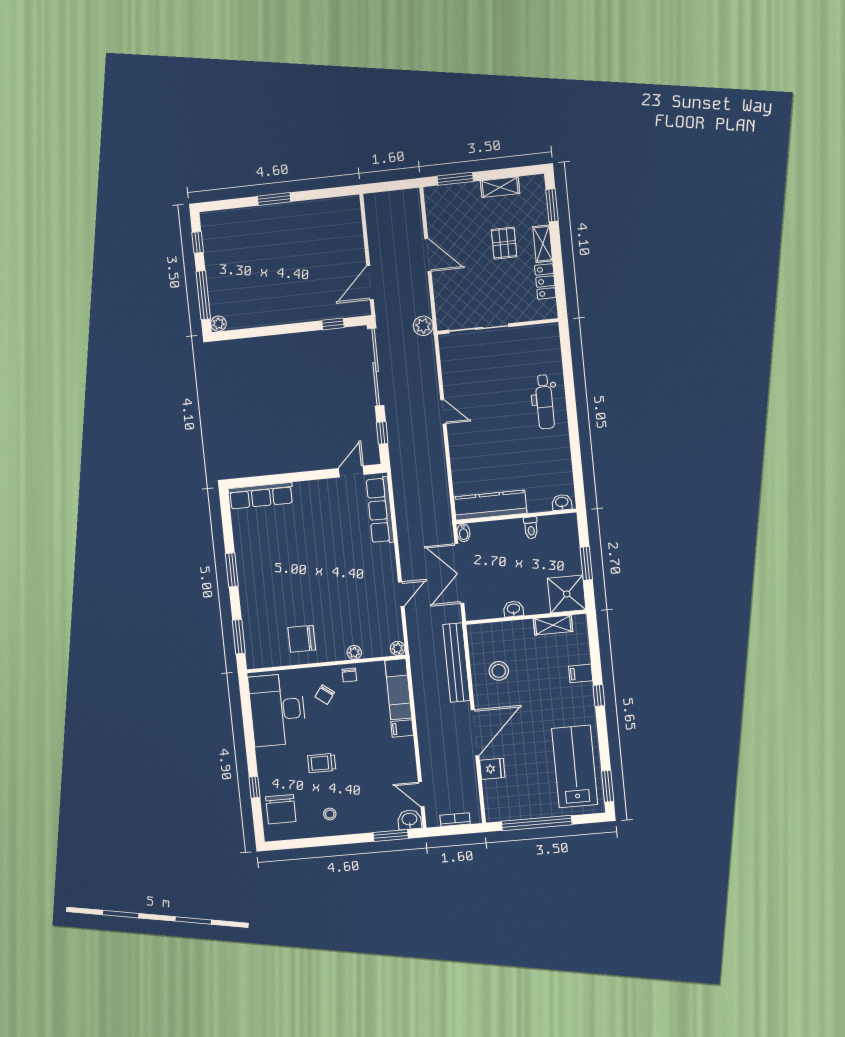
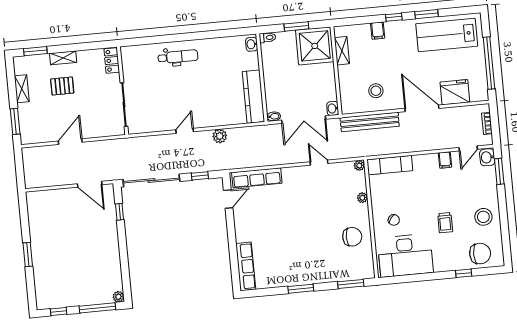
locker: (545, 281) -> (112, 61), moved, turned 90
plant: (423, 326) -> (220, 136), moved
door: (351, 471) -> (228, 199), swing flipped
toilet: (531, 528) -> (267, 38), moved
shower: (567, 594) -> (315, 46), width x1.37, depth x1.37
washbasin: (513, 609) -> (333, 108), moved
chair: (302, 639) -> (352, 237), turned -90
chair: (349, 675) -> (379, 201), removed
filing cabinet: (402, 728) -> (445, 160), moved
fridge: (492, 769) -> (455, 92), width x1.88, depth x1.34
window: (608, 786) -> (426, 14), moved
stool: (330, 814) -> (483, 217), width x1.89, depth x1.89

